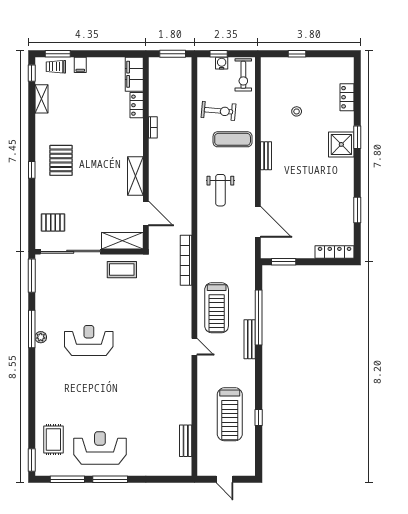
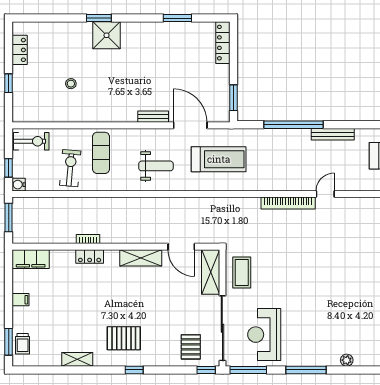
water cooler: (222, 63) -> (19, 185), moved
filing cabinet: (80, 65) -> (21, 300), moved
window: (32, 73) -> (206, 370), moved
locker: (347, 97) -> (20, 50), moved, turned -90
shelving: (41, 99) -> (77, 359), moved
locker: (137, 105) -> (90, 256), moved
bench: (266, 156) -> (153, 117), moved
door: (146, 213) -> (181, 247), swing flipped
door: (258, 222) -> (190, 125), hinge flipped
bookcase: (186, 260) -> (288, 203), moved
treadmill: (217, 308) -> (219, 159), moved
plant: (41, 337) -> (347, 360), moved
bench: (250, 339) -> (333, 134), moved
reception desk: (89, 341) -> (264, 335), moved

